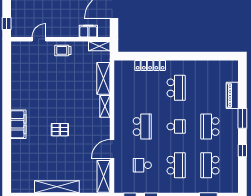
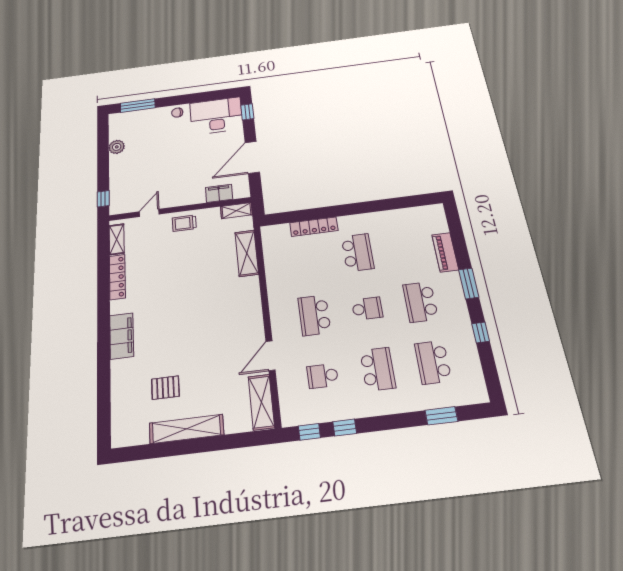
locker: (16, 84) -> (117, 277), added
shelving: (105, 106) -> (117, 239), moved
school desk: (142, 127) -> (314, 315), turned 180
pallet: (60, 130) -> (165, 388), moved

